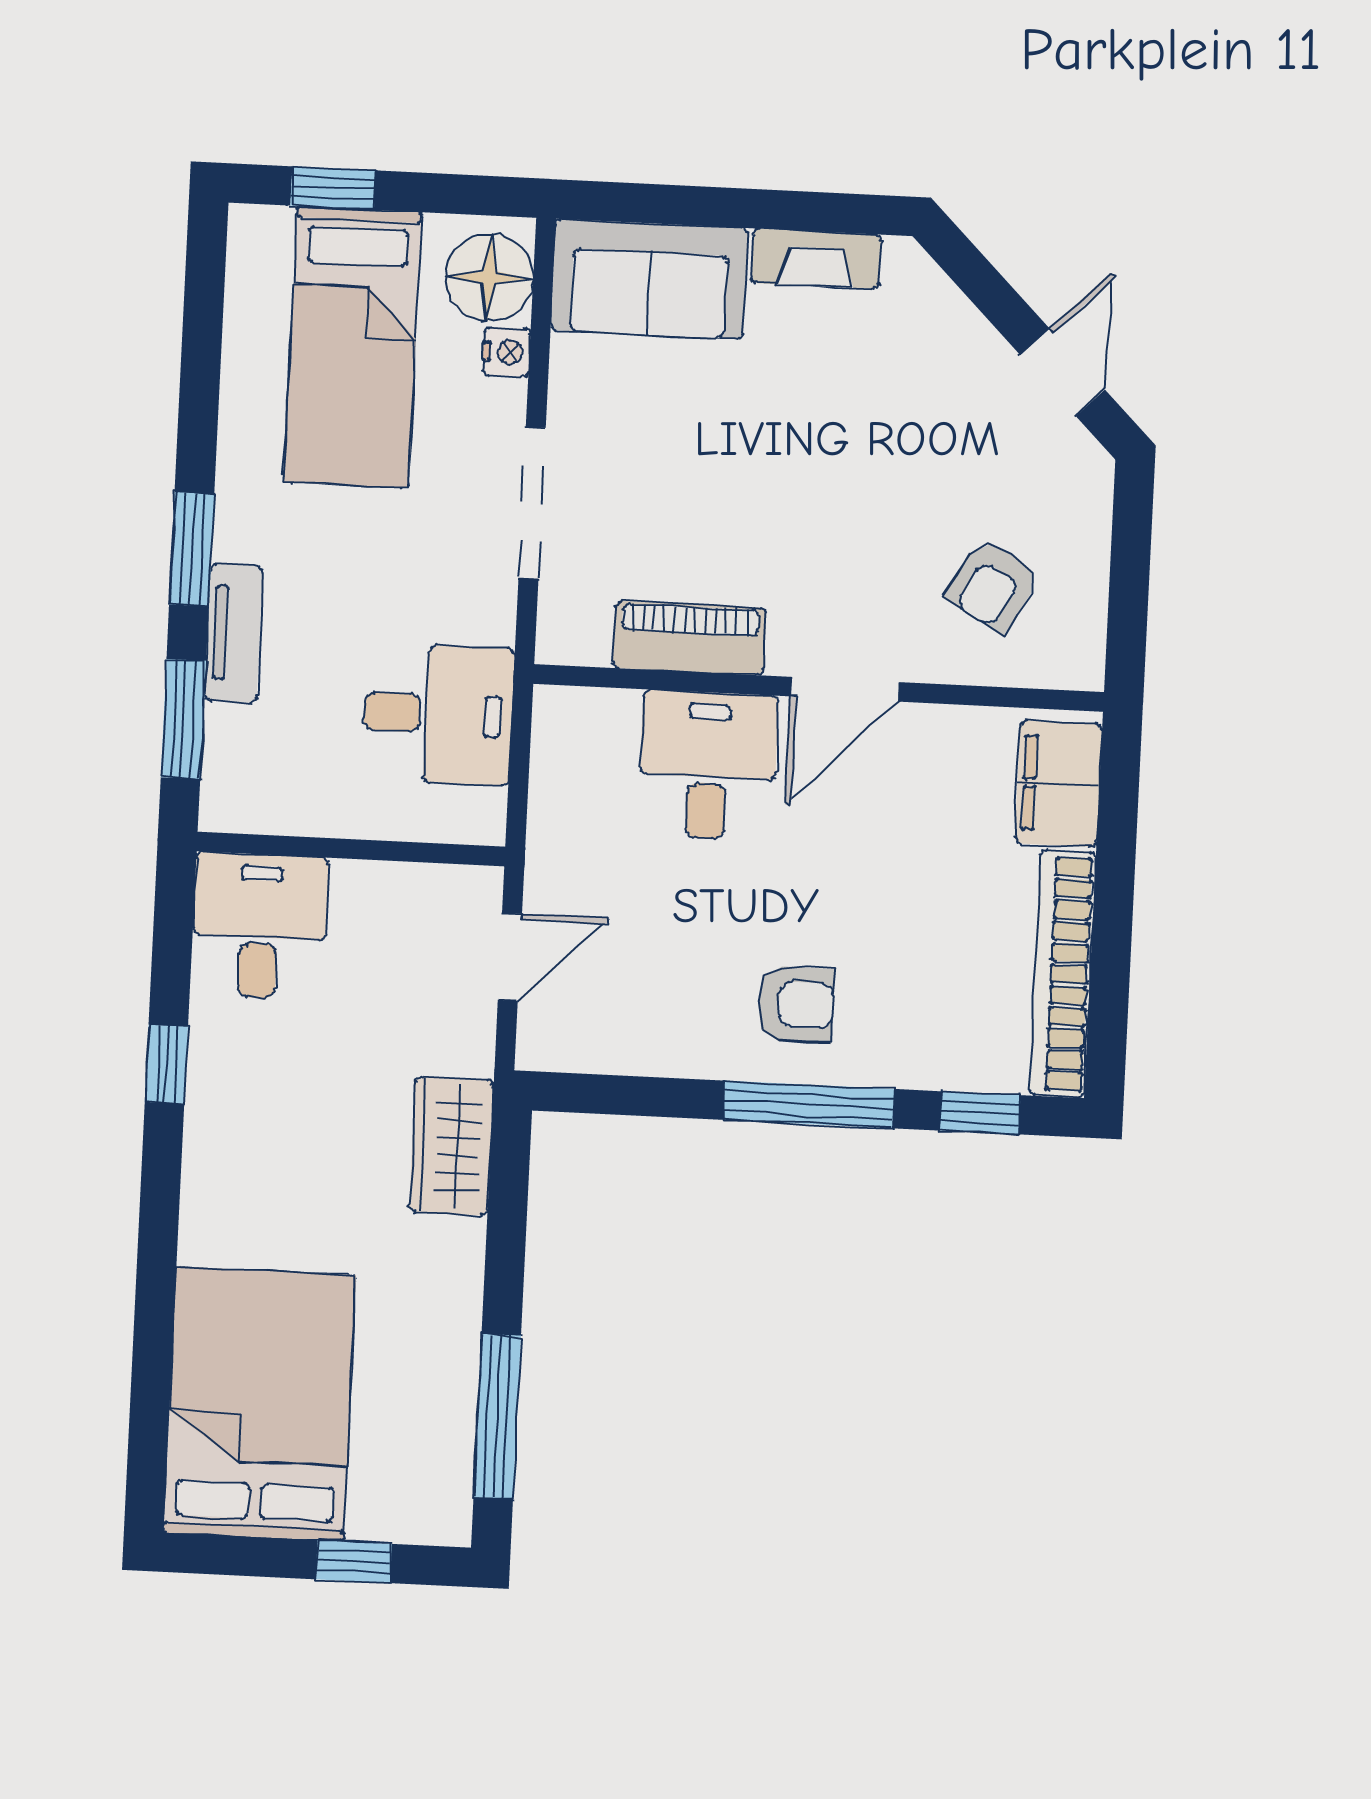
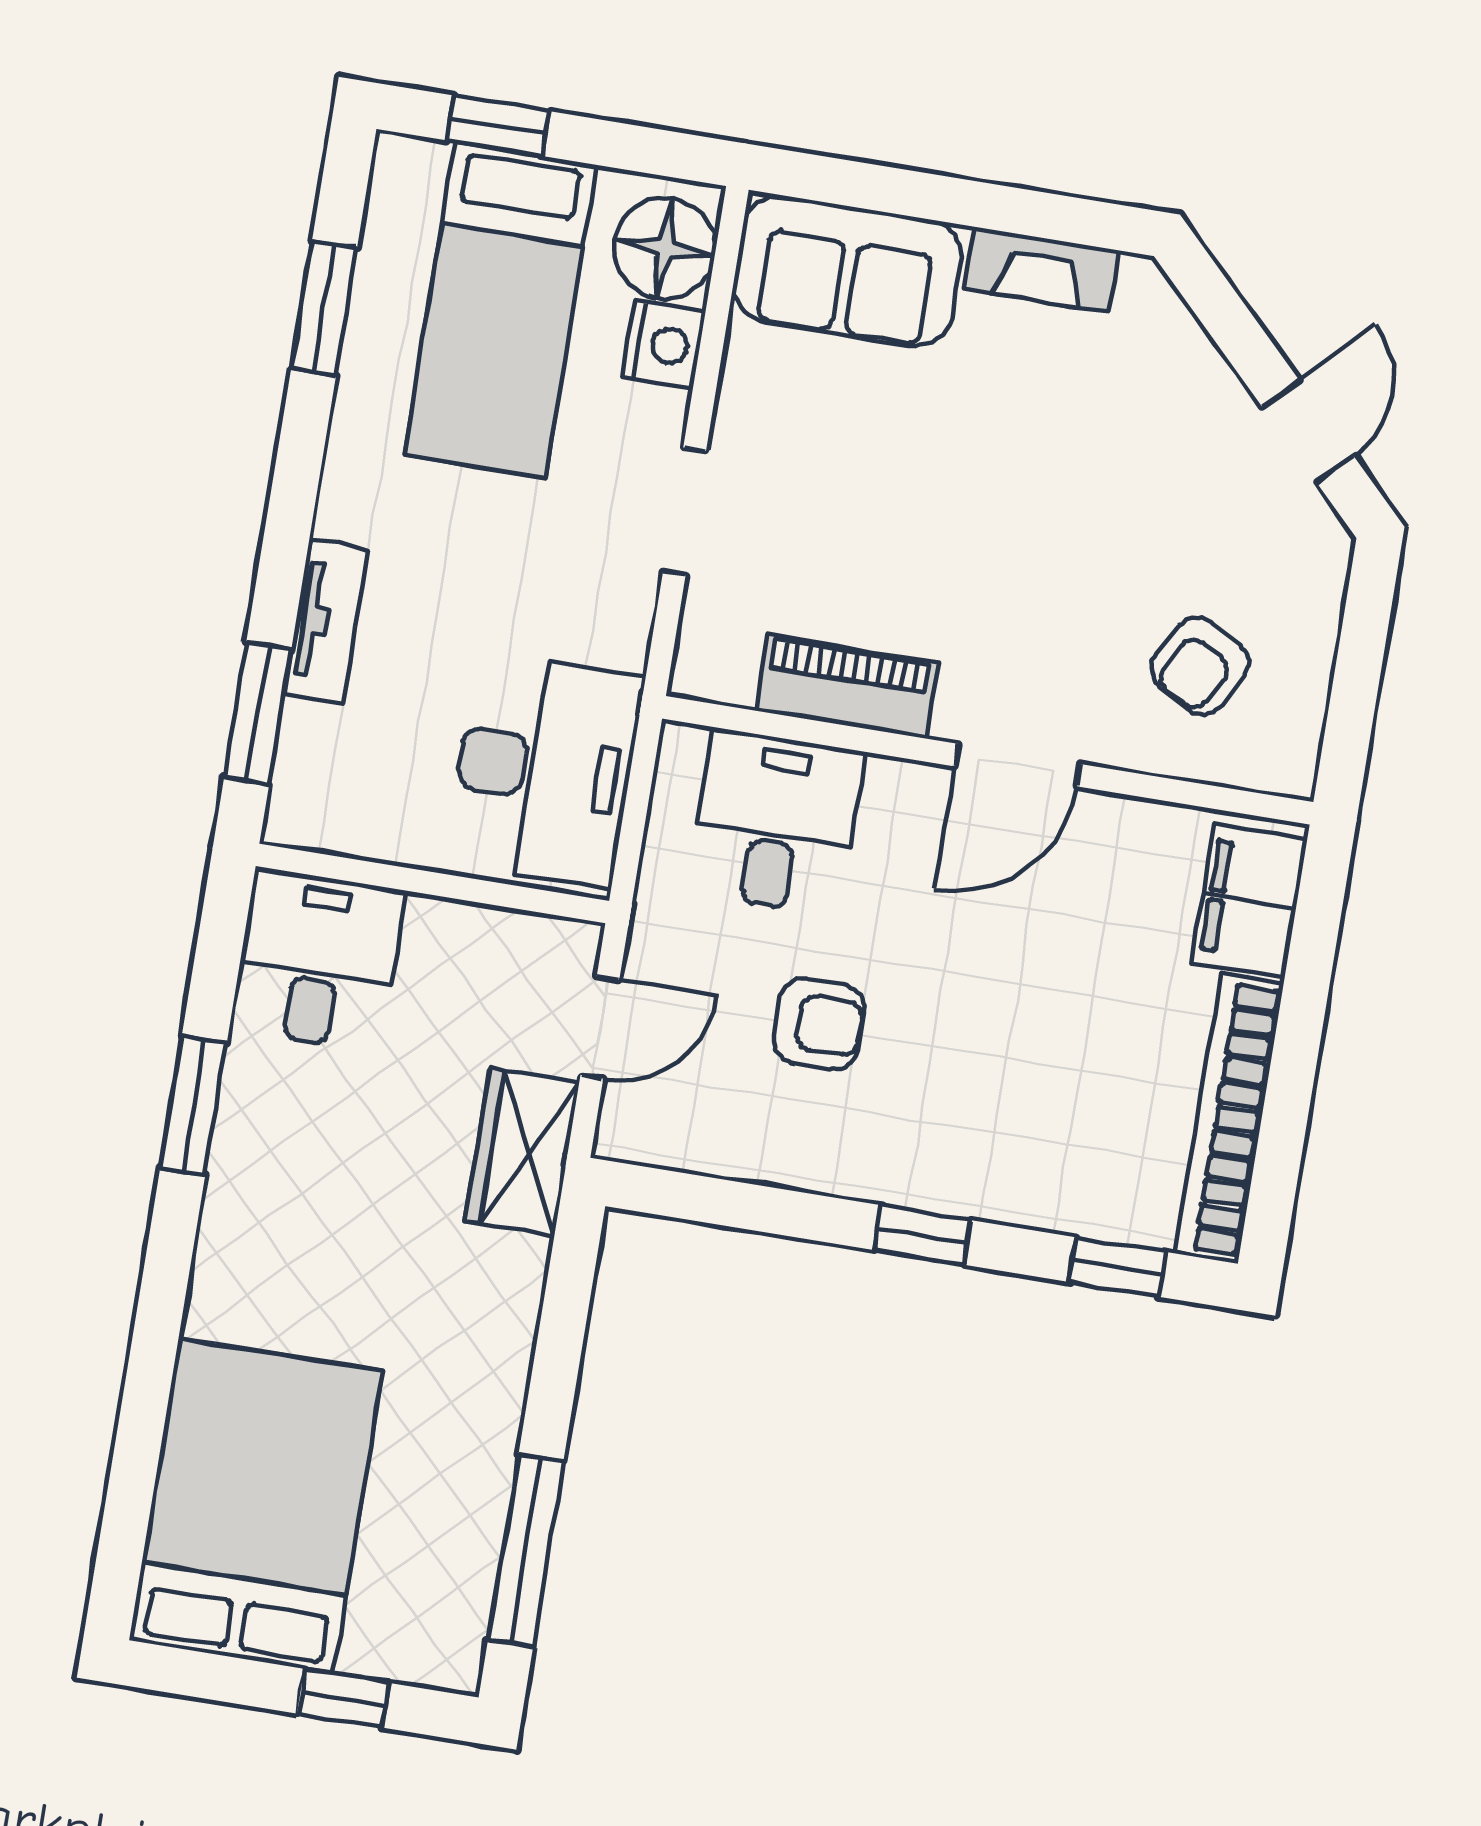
nightstand: (507, 352) -> (664, 345), width x1.39, depth x1.35
doorway: (532, 503) -> (684, 511), width x0.73
window: (192, 549) -> (324, 308), moved
desk: (438, 714) -> (545, 770), width x1.37
desk: (708, 765) -> (776, 822), moved
armchair: (796, 1004) -> (819, 1024), moved
window: (166, 1064) -> (193, 1105), width x1.50
window: (809, 1104) -> (923, 1235), width x0.46
wardrobe: (451, 1146) -> (522, 1152), moved

